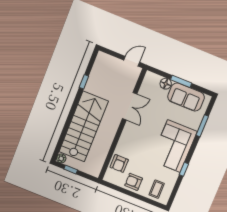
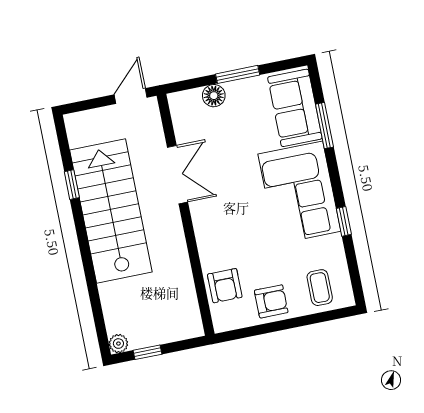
sofa: (186, 97) -> (295, 108), moved, turned 90
stairs: (84, 126) -> (111, 211), moved
armchair: (134, 182) -> (271, 301), turned 180

